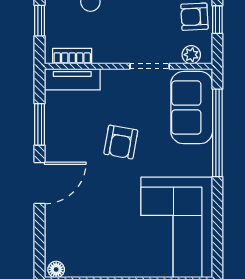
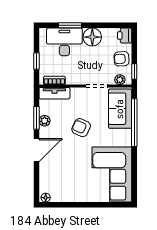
window: (217, 20) -> (134, 72), moved
plant: (54, 130) -> (45, 121), added
armchair: (121, 142) -> (81, 128), turned 104

